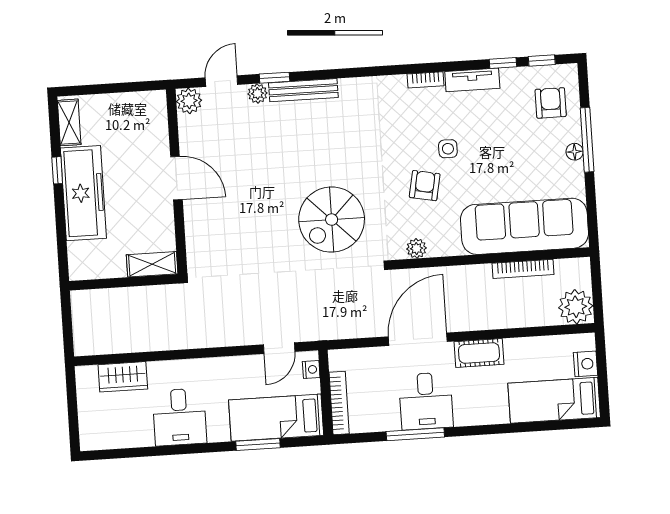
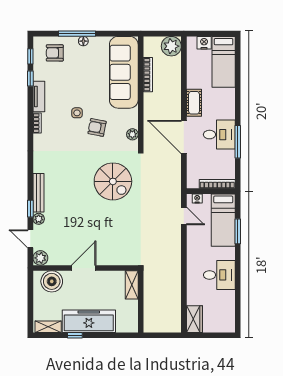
boiler: (149, 123) -> (52, 281), added
wardrobe: (123, 377) -> (194, 319), moved

